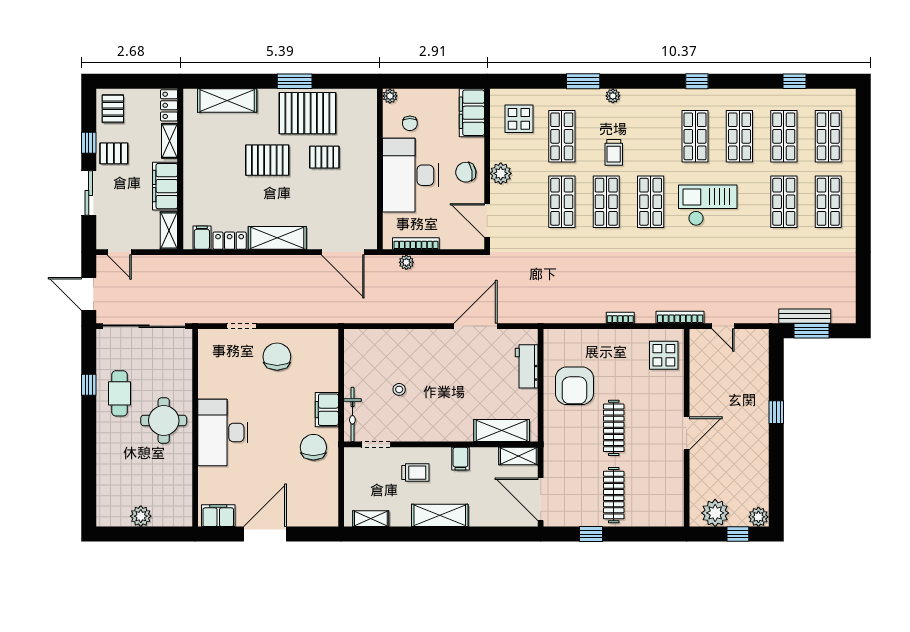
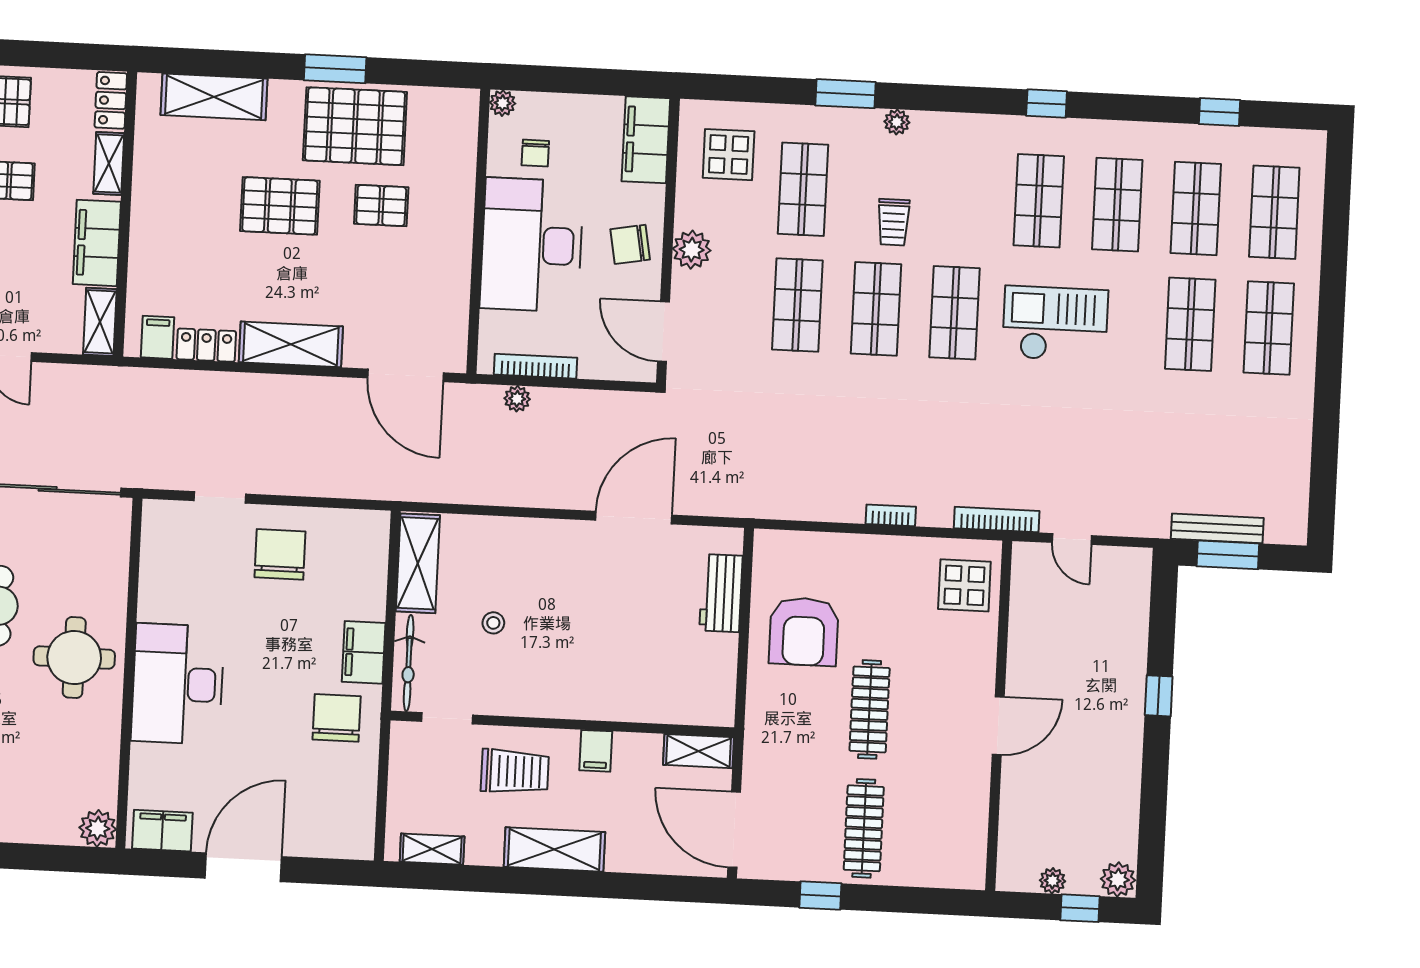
shelving: (502, 431) -> (418, 563), moved, turned 90
trolley: (415, 473) -> (515, 771), width x1.36, depth x1.39
plant: (715, 513) -> (1052, 881), width x0.53, depth x0.53
plant: (141, 516) -> (98, 828), moved

